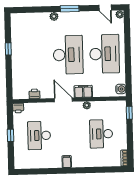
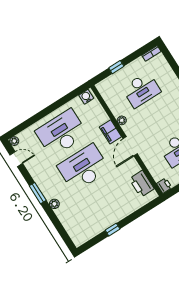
door: (105, 8) -> (16, 159), hinge flipped
printer: (34, 94) -> (142, 184), width x1.87, depth x1.48
window: (129, 113) -> (116, 67), moved

